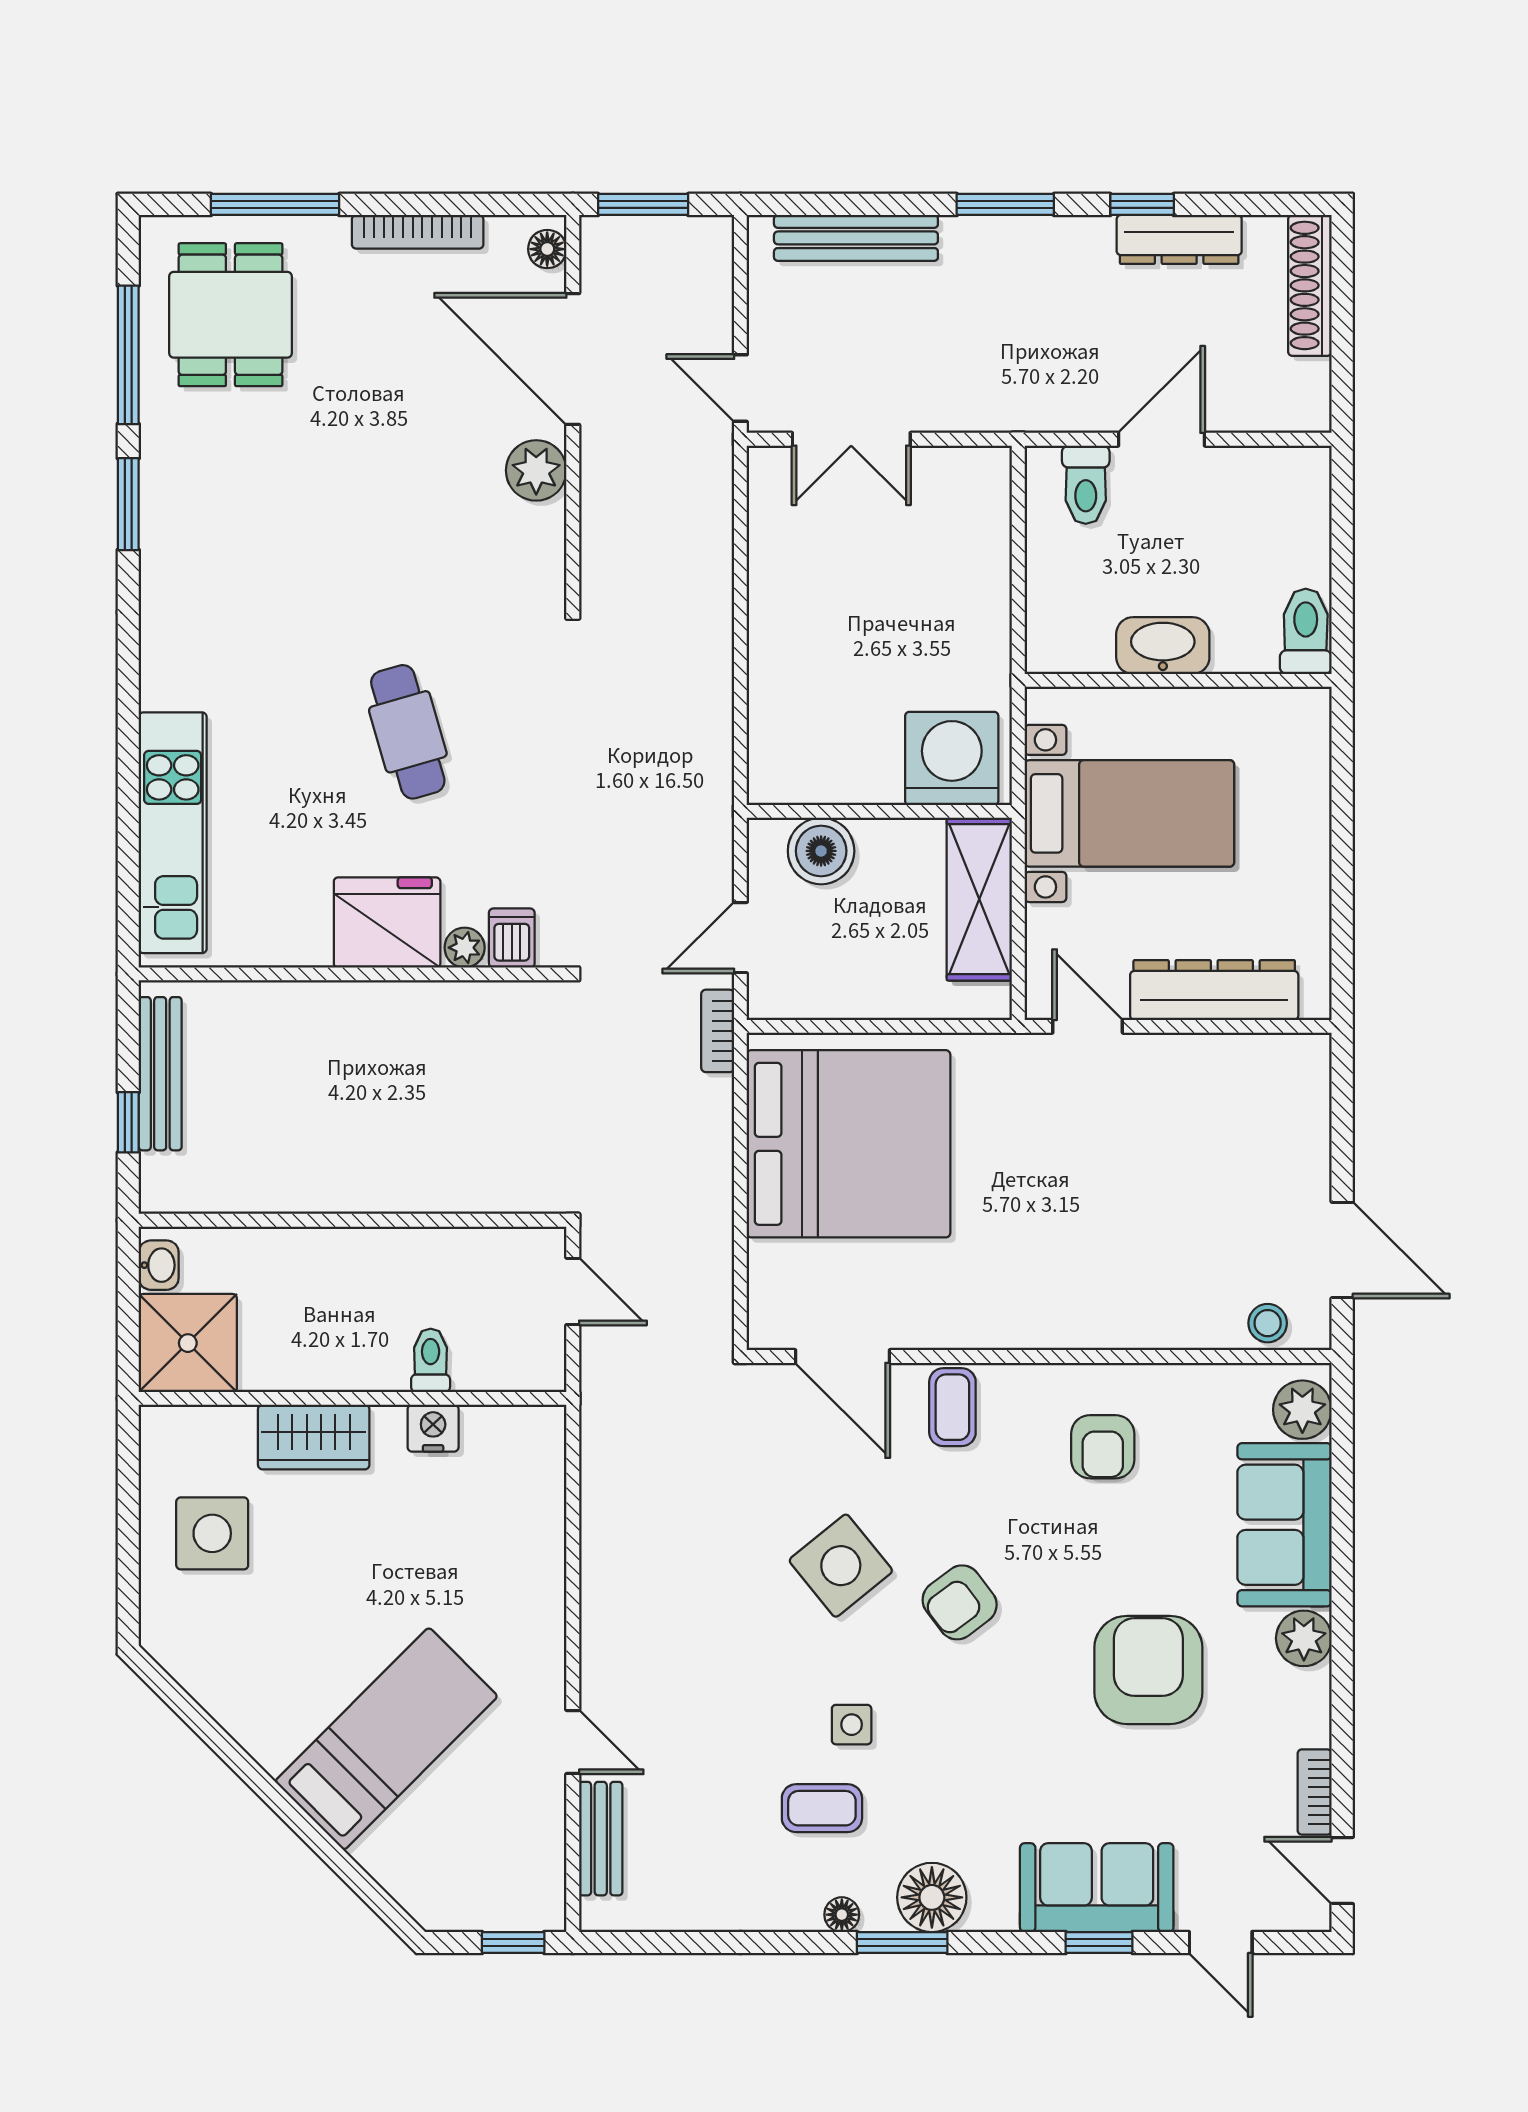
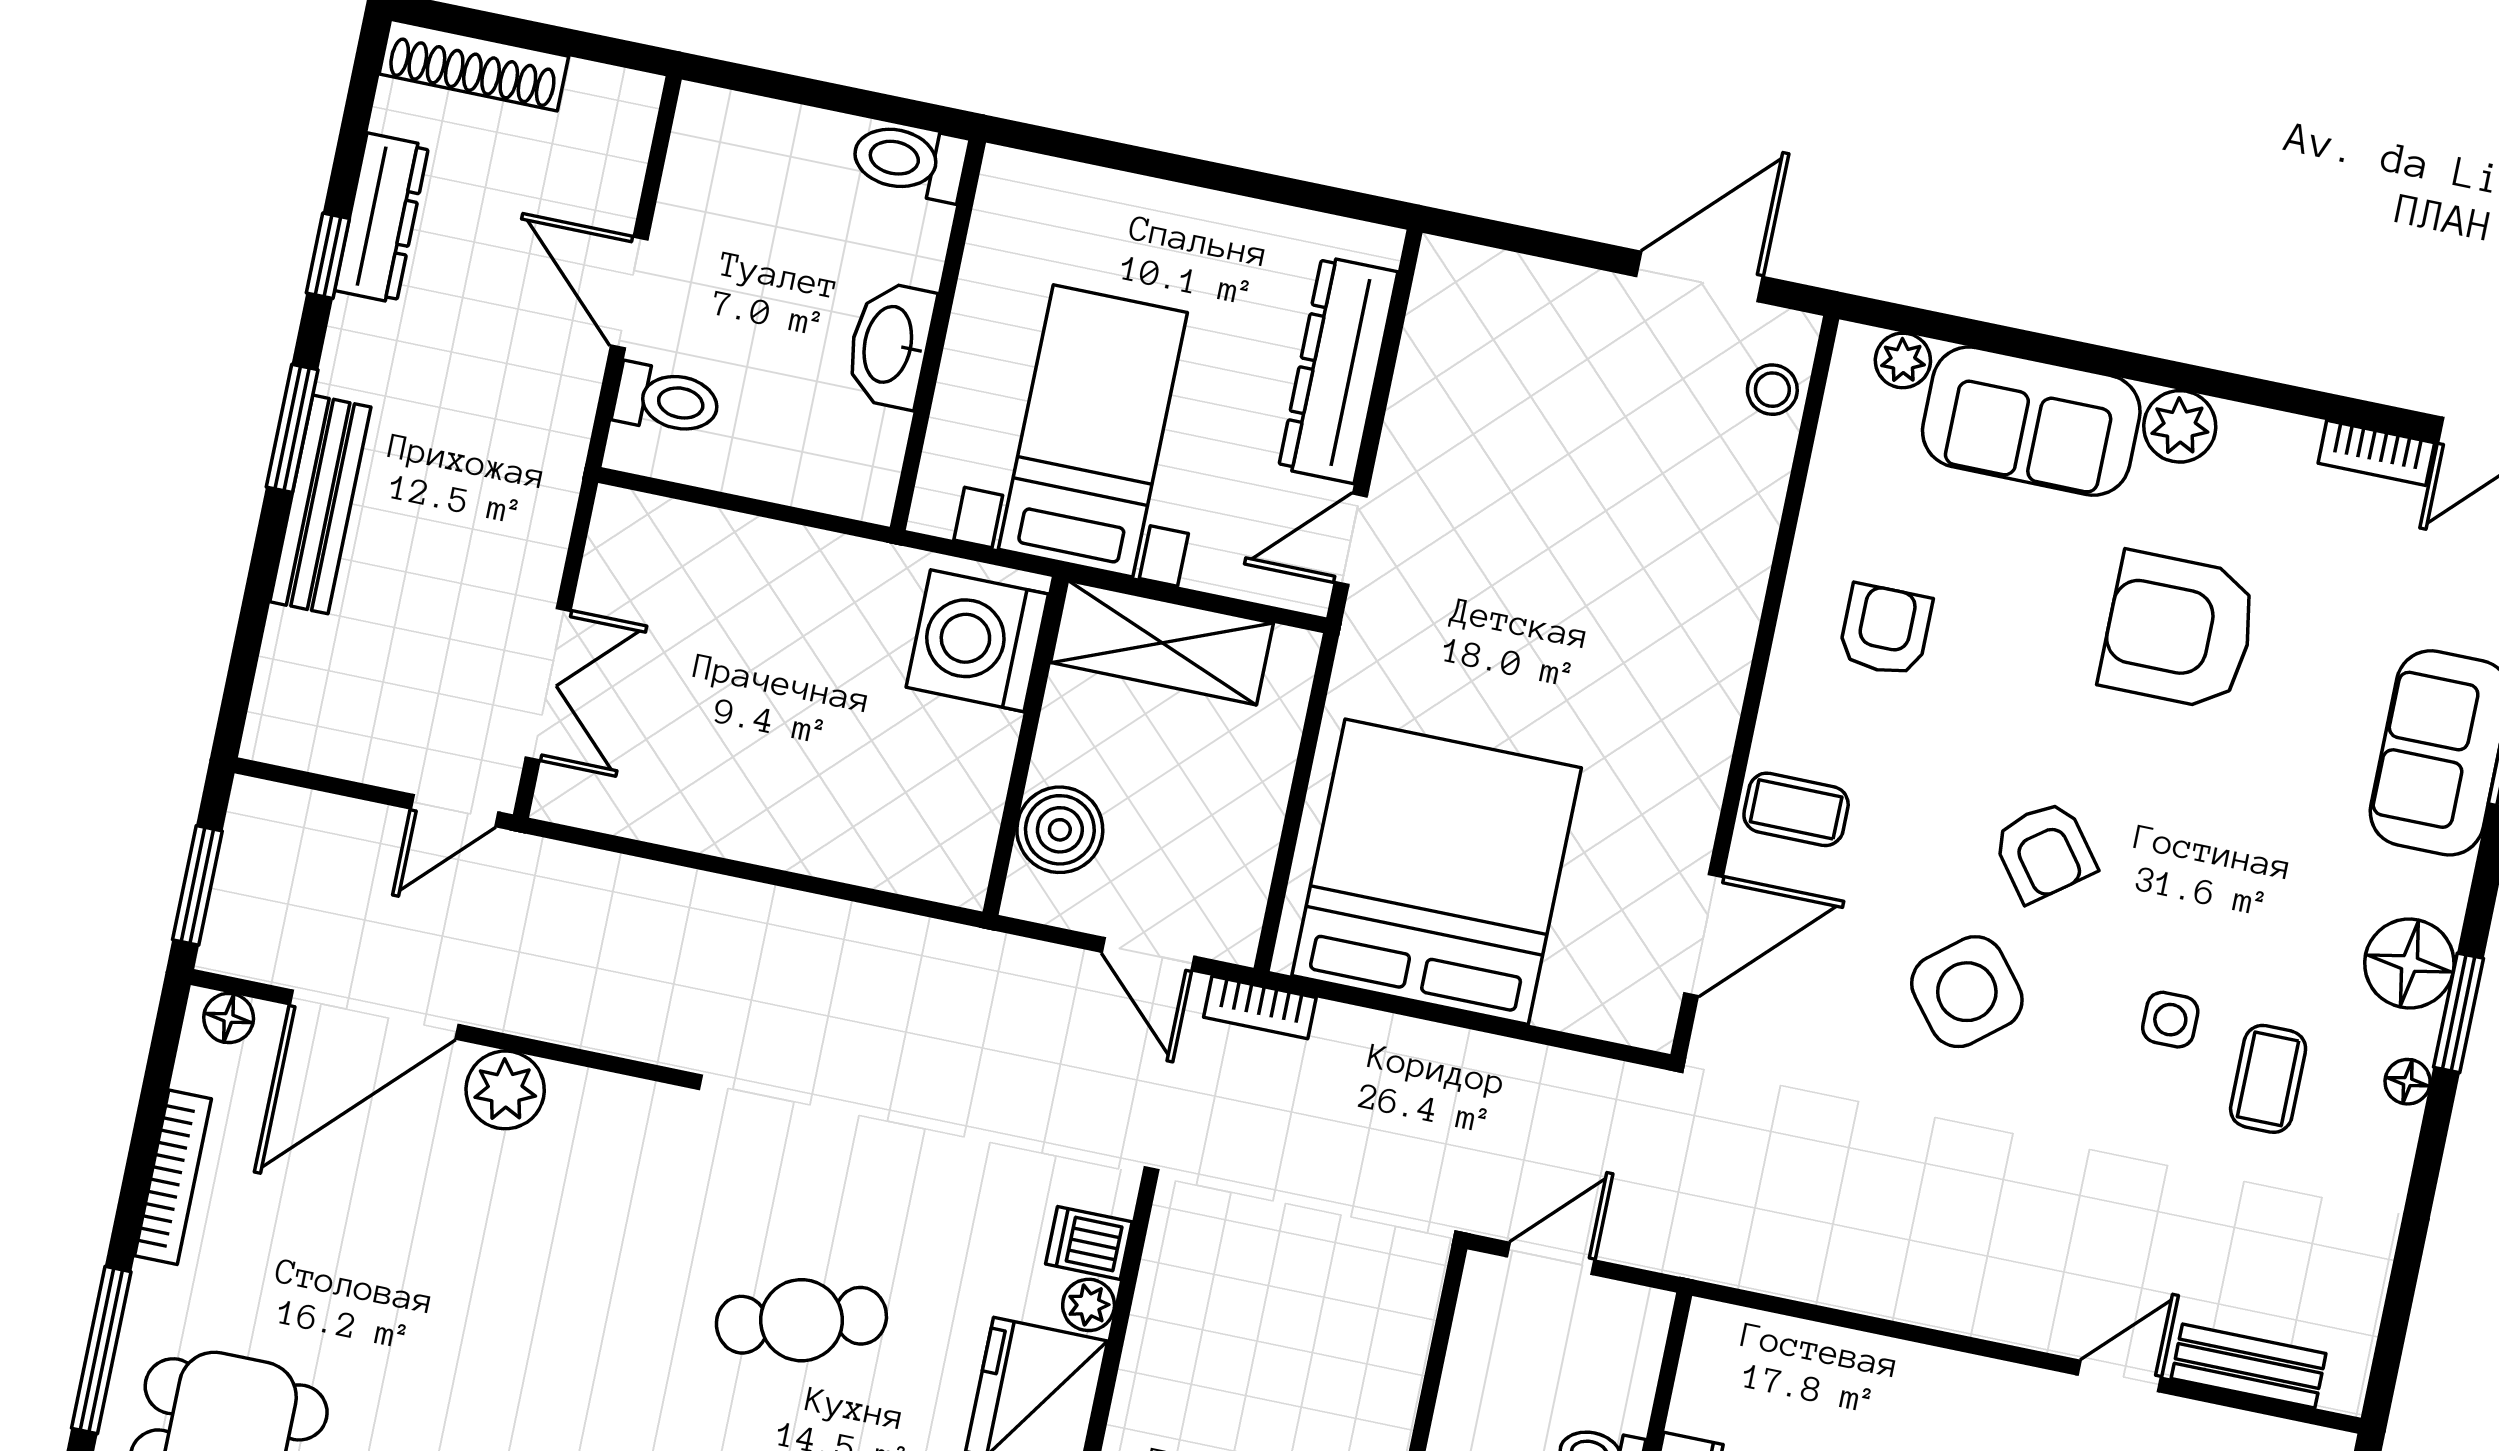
bench: (856, 238) -> (320, 504), moved
plant: (1302, 1410) -> (1903, 360), width x0.73, depth x0.73
armchair: (1103, 1447) -> (1885, 630), turned -90

